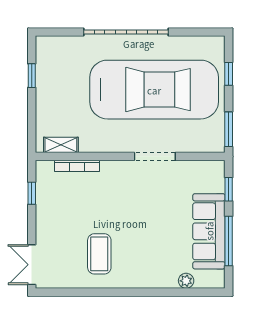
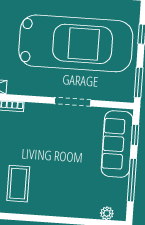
sofa: (209, 231) -> (117, 144), moved
plant: (186, 281) -> (107, 213), moved

